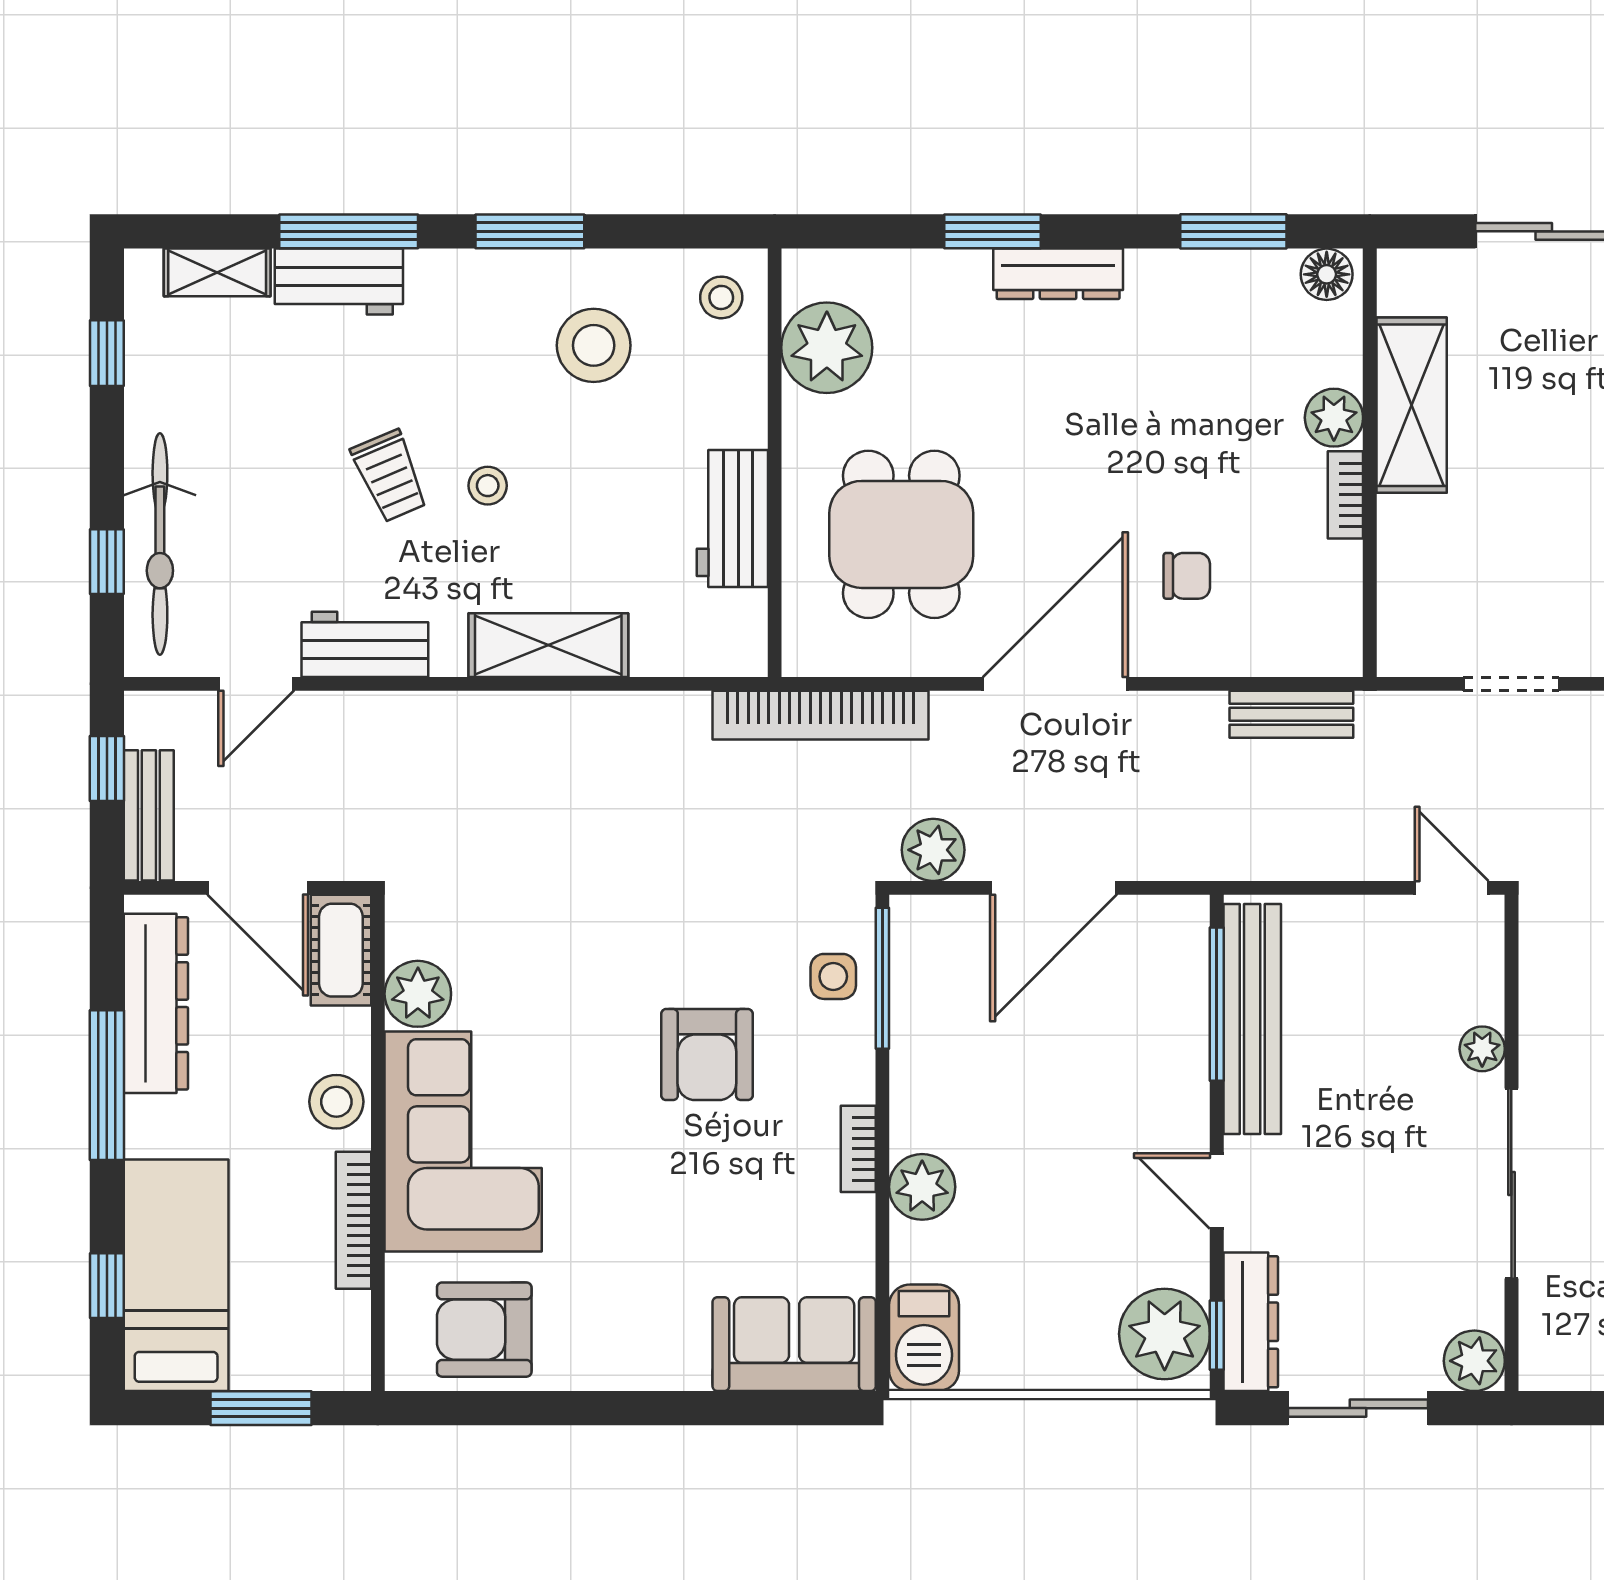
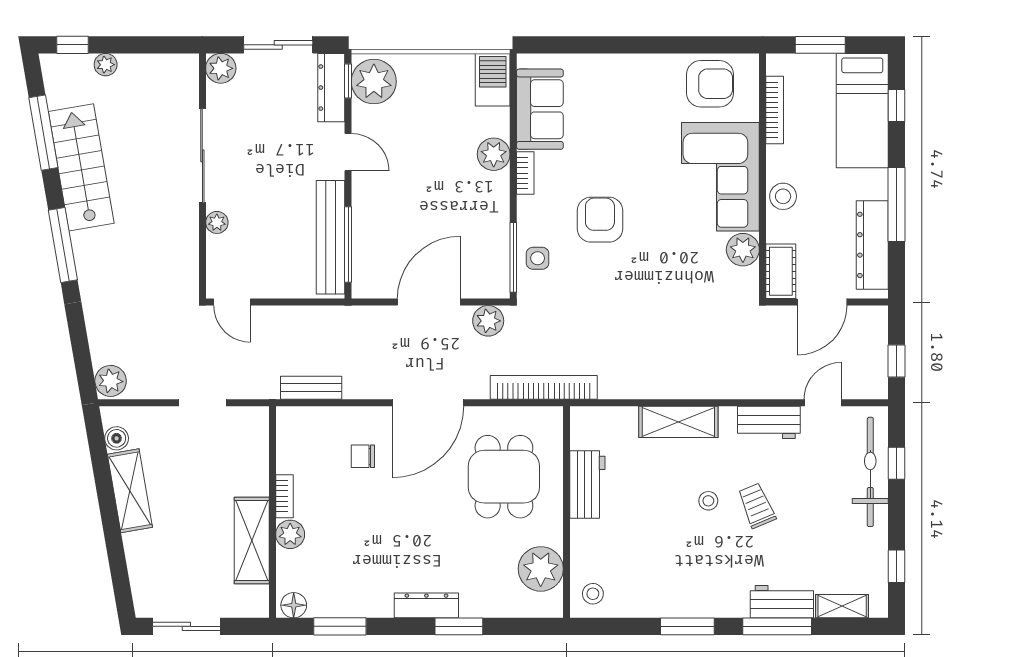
stool: (594, 345) -> (656, 570), removed
bench: (149, 815) -> (876, 338), removed
door: (258, 888) -> (822, 302), swing flipped
bookcase: (353, 1220) -> (775, 110), moved
sofa: (794, 1344) -> (540, 109), moved, turned -90

